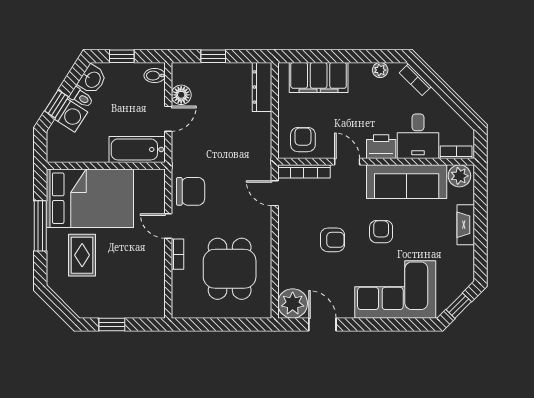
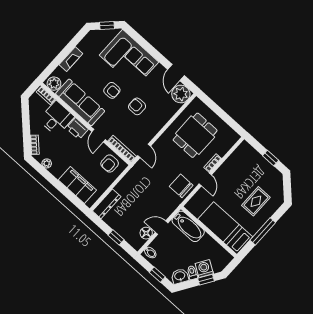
bed: (90, 198) -> (225, 228), width x0.67
armchair: (381, 232) -> (112, 90), turned -90

